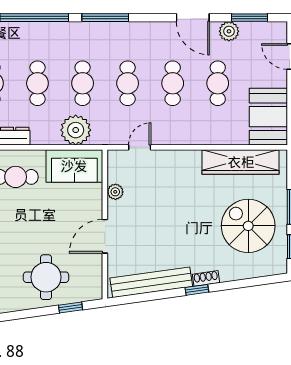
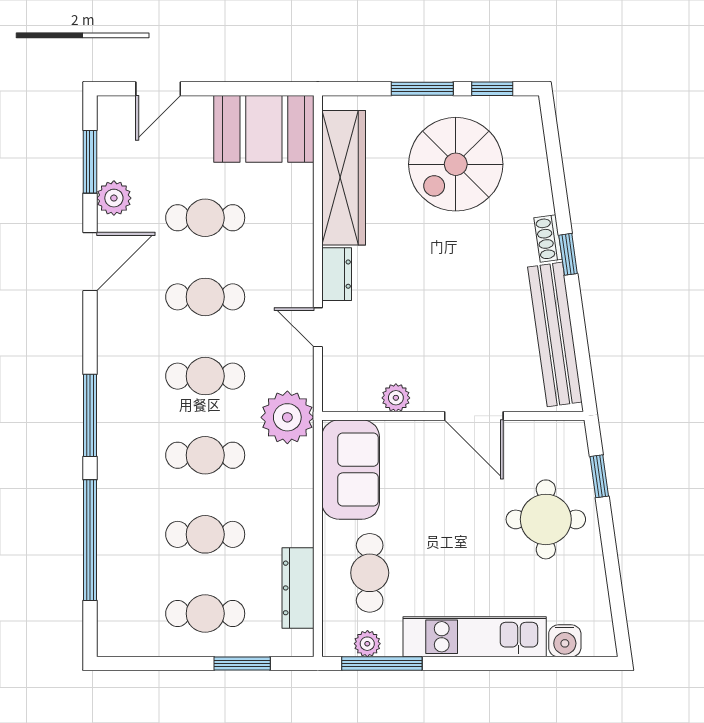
plant: (76, 130) -> (287, 417), moved
door: (140, 147) -> (318, 327), moved
dresser: (186, 158) -> (337, 274), added

